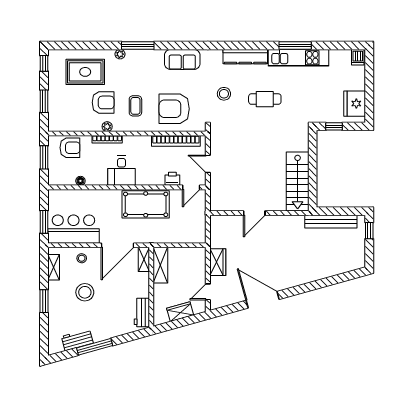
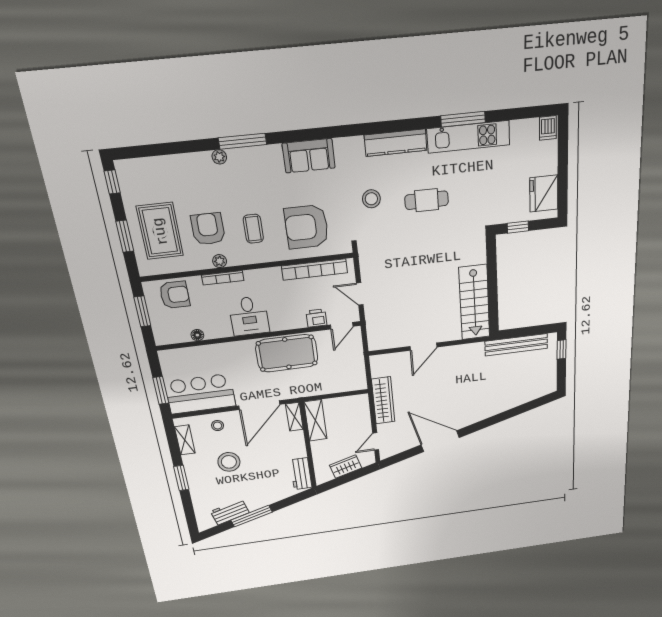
rug: (85, 72) -> (160, 231), moved, turned 90
armchair: (103, 102) -> (208, 229), turned -90
wardrobe: (218, 262) -> (383, 400), width x1.50

